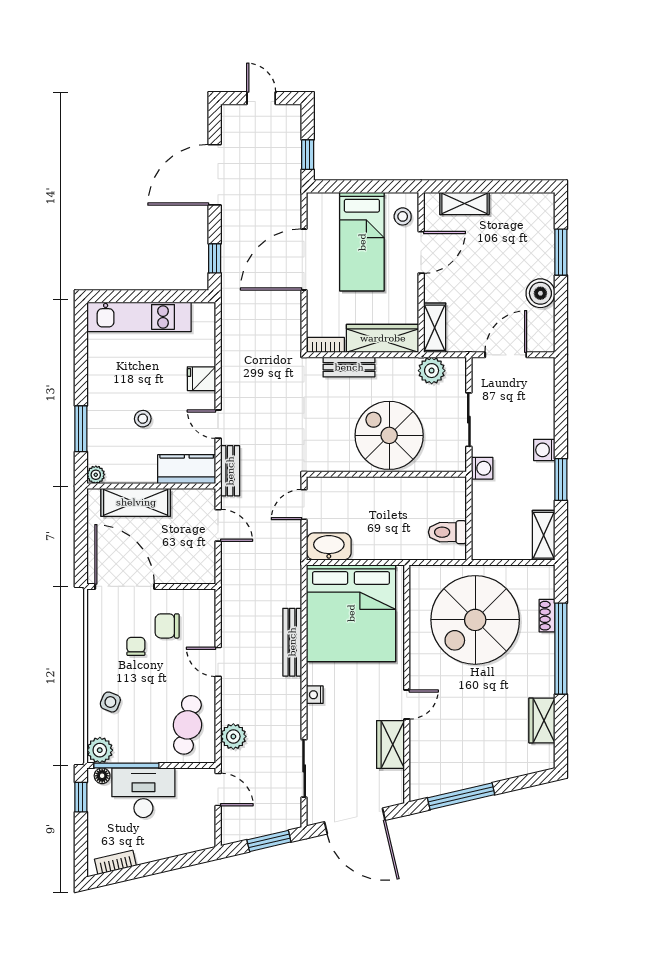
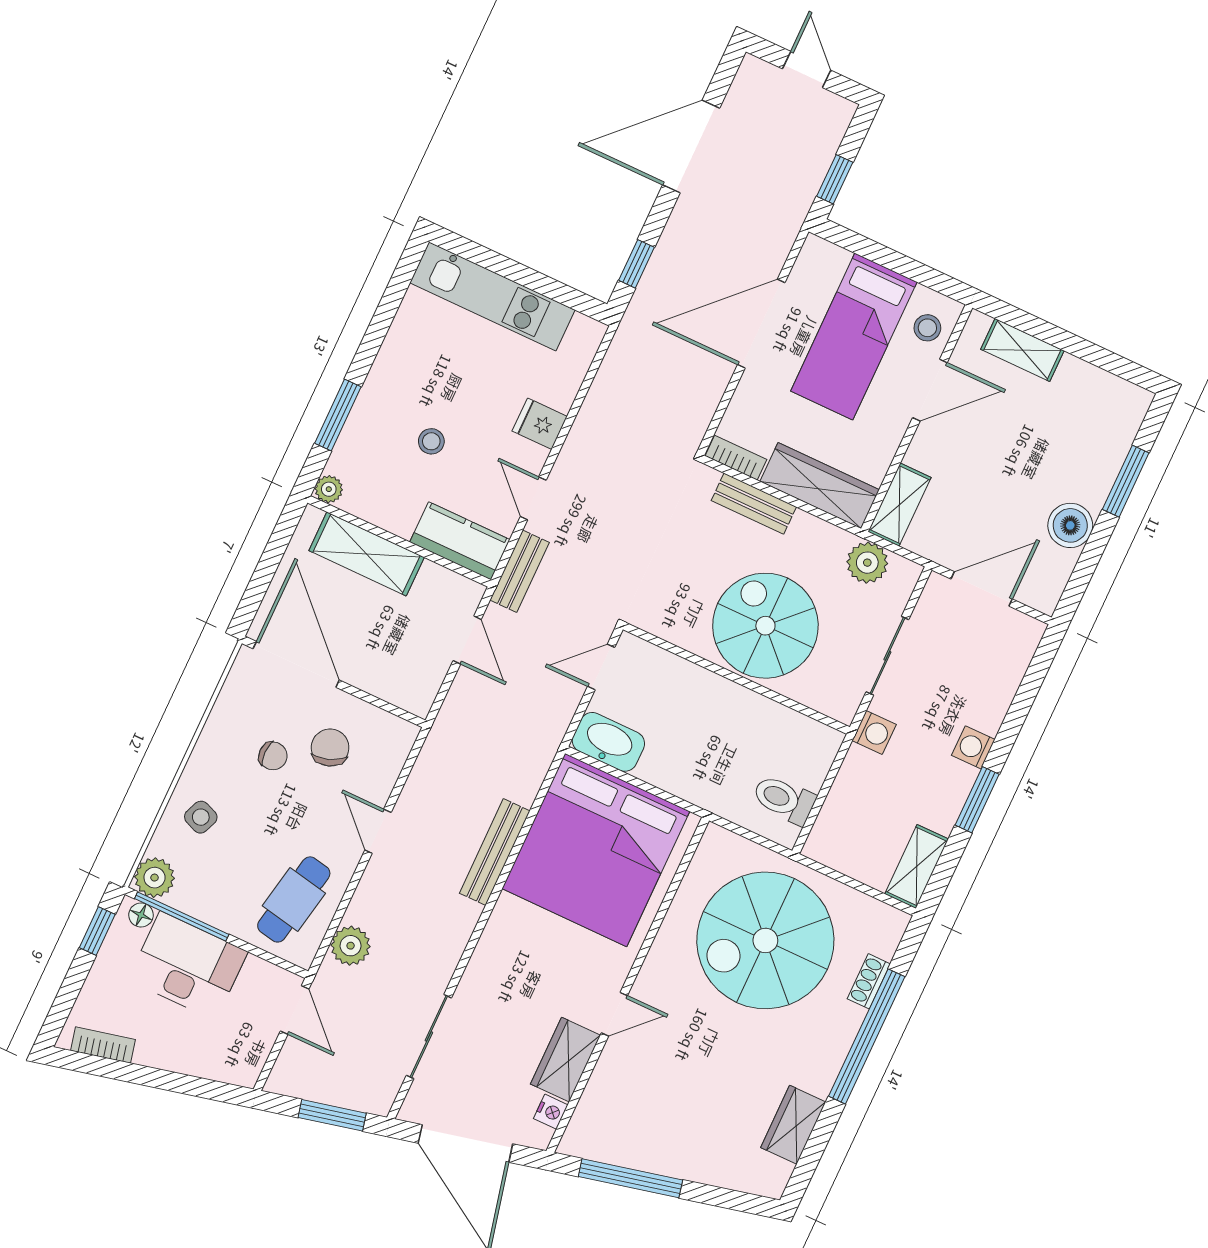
chair: (167, 626) -> (330, 748), turned 70
chair: (136, 646) -> (273, 756), turned 90
nightstand: (315, 695) -> (551, 1112), moved, turned 180

